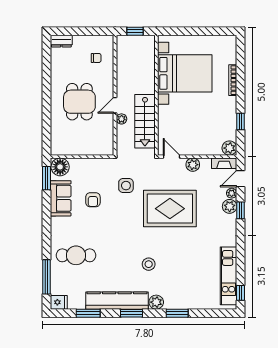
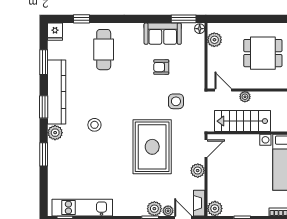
door: (115, 105) -> (223, 90), moved
plant: (67, 148) -> (214, 40), added
floor lamp: (60, 167) -> (200, 29), width x0.53, depth x0.53
window: (46, 277) -> (81, 19), width x0.46

